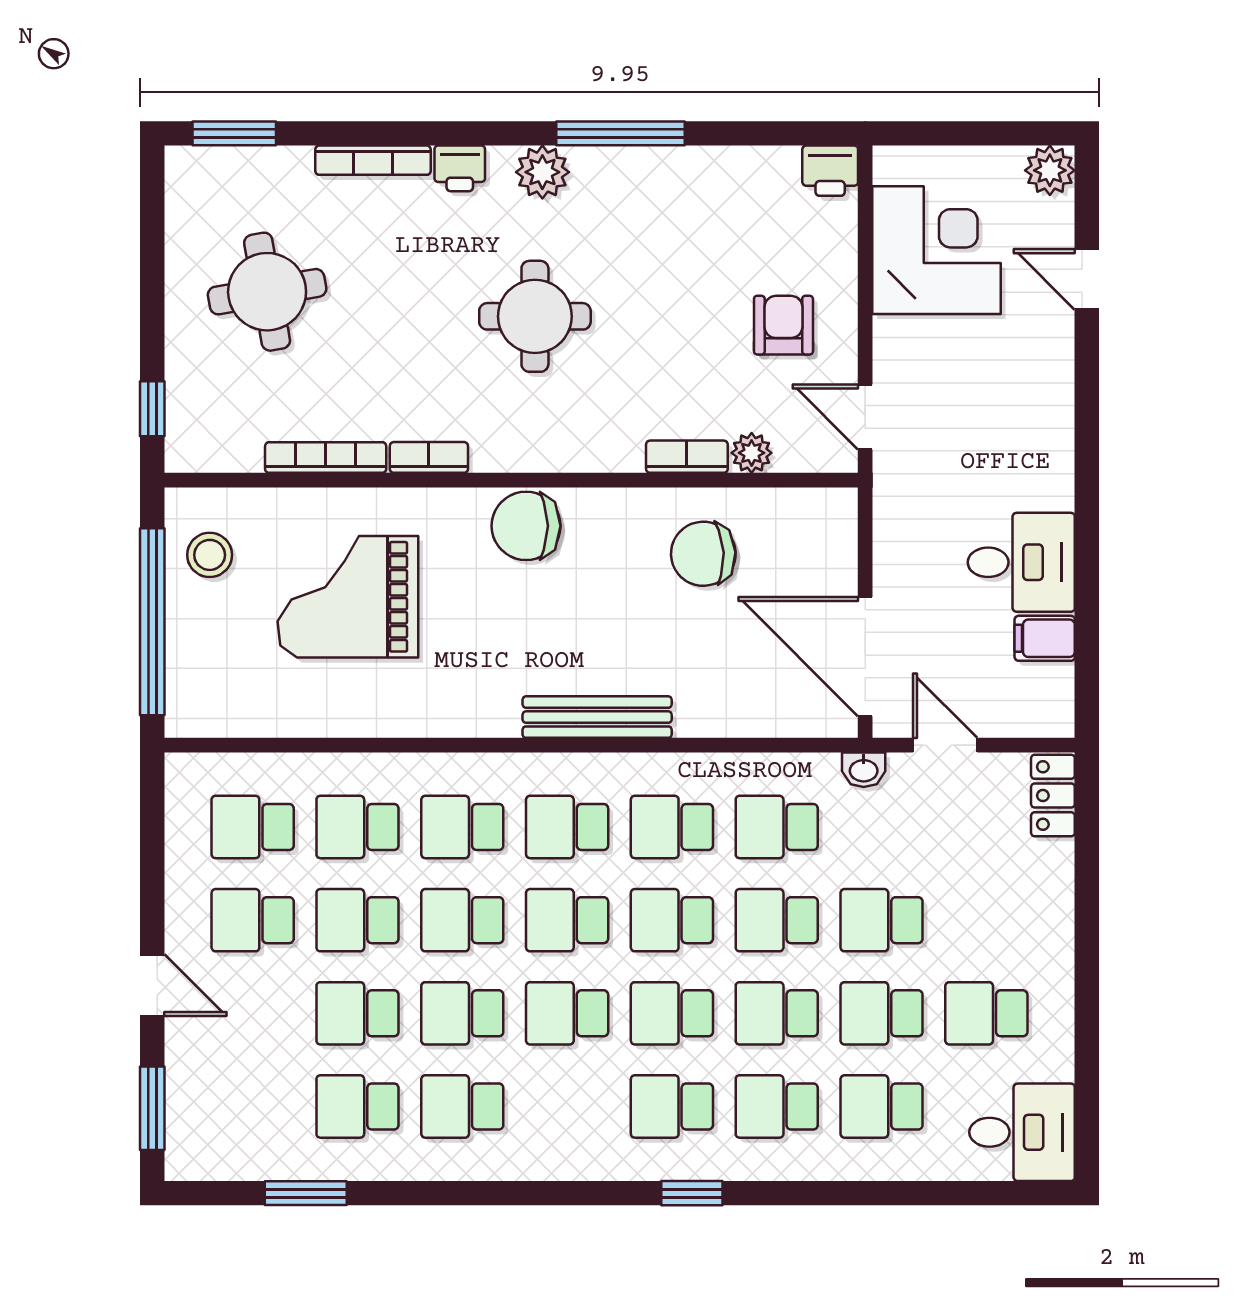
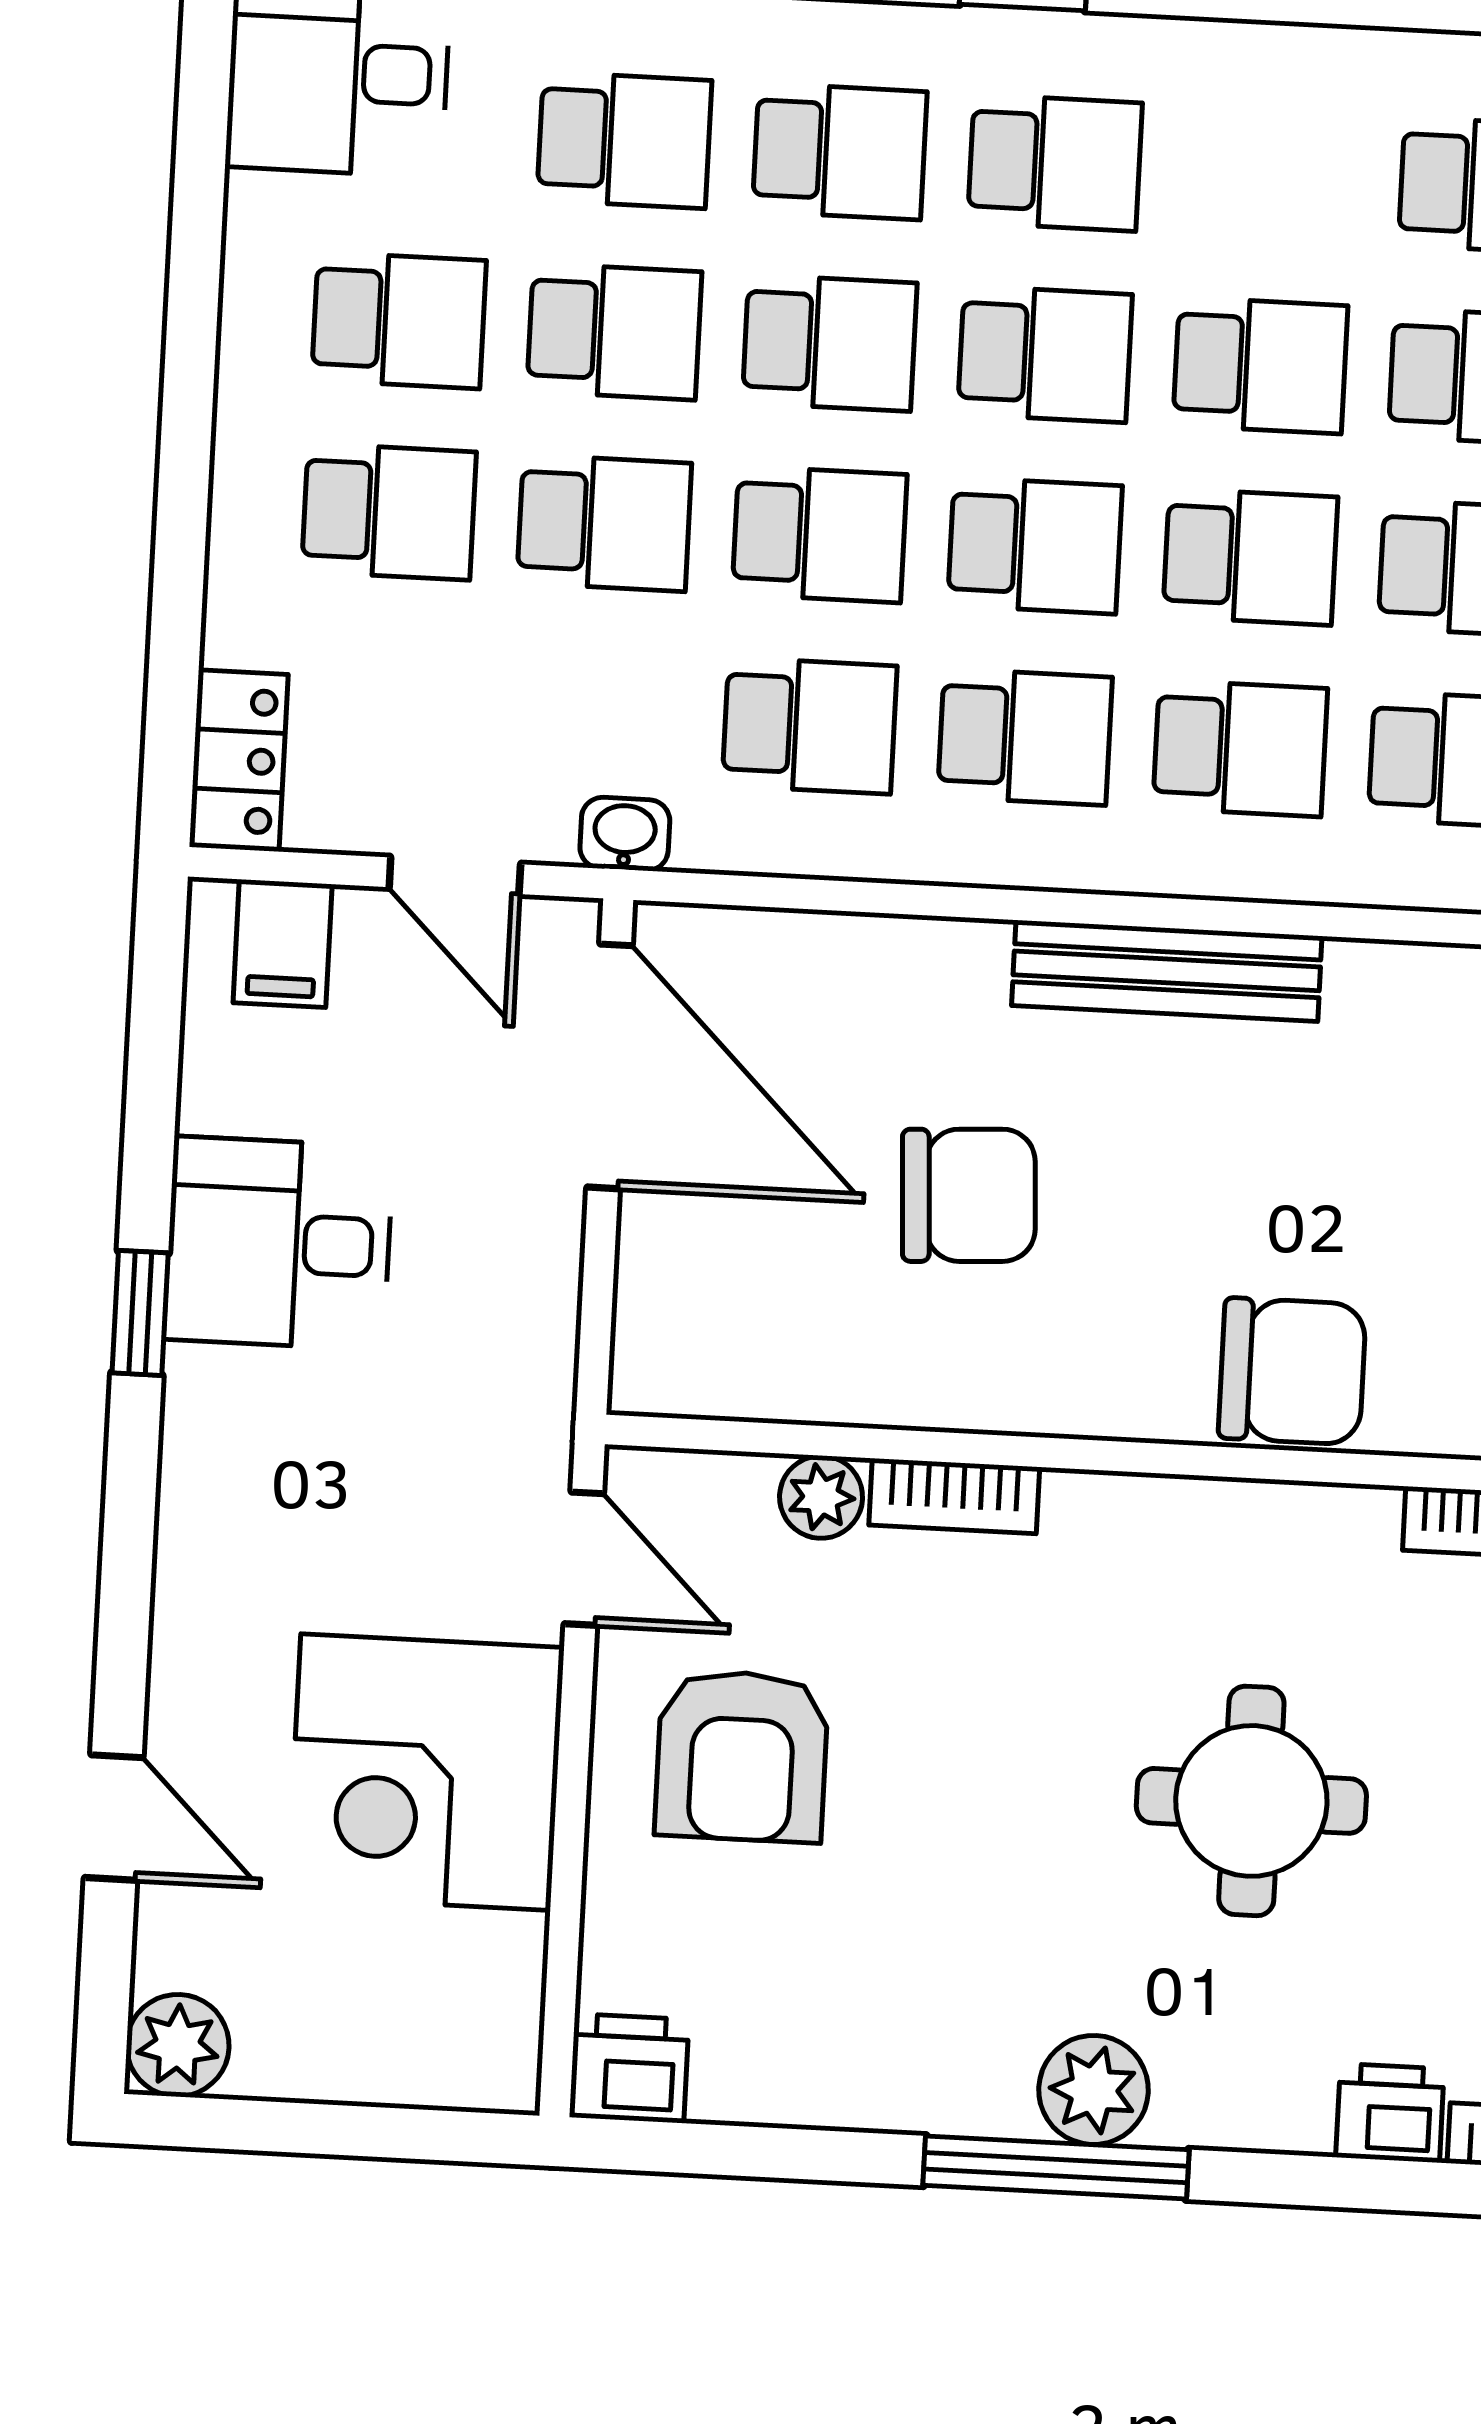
plant: (542, 172) -> (1093, 2090), moved
corner desk: (936, 250) -> (426, 1772), moved
armchair: (783, 325) -> (742, 1756), width x1.38, depth x1.38
window: (1087, 525) -> (140, 1313), added
chair: (703, 554) -> (969, 1195), moved
filing cabinet: (1045, 638) -> (283, 943), moved, turned 90
school desk: (986, 920) -> (389, 512), added

